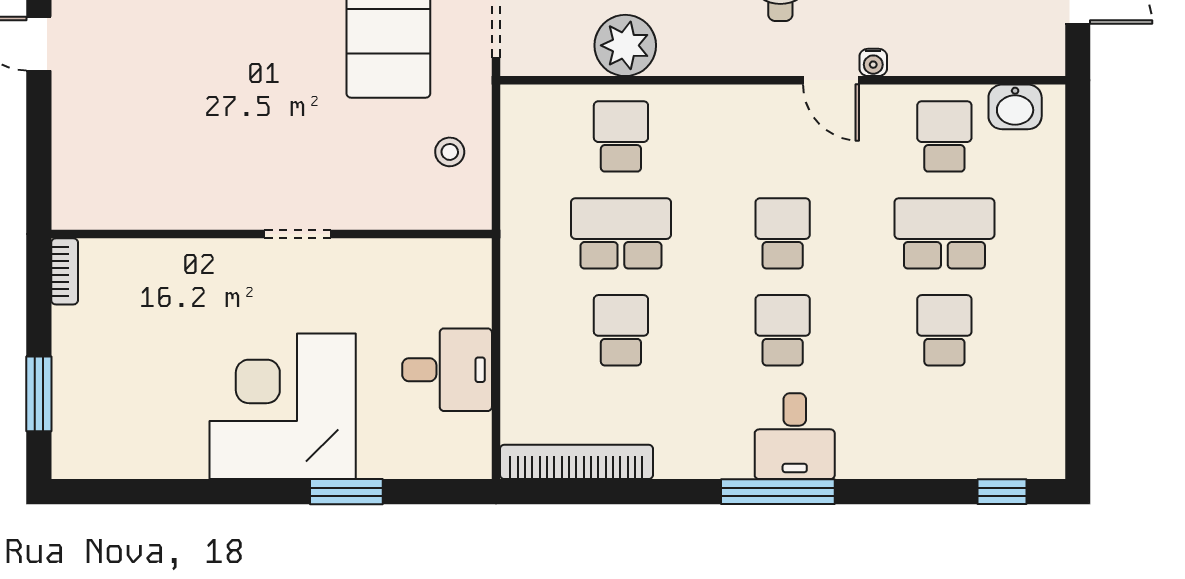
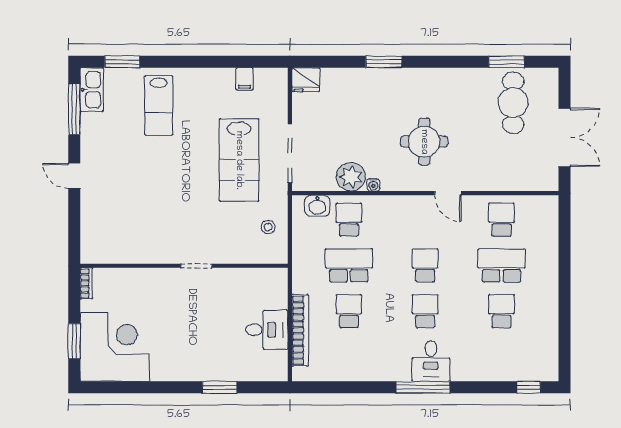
water cooler: (873, 62) -> (373, 185), moved
washbasin: (1015, 107) -> (317, 206), moved
corner desk: (283, 406) -> (115, 347), moved, turned 90
bookcase: (576, 462) -> (300, 330), moved, turned 90

